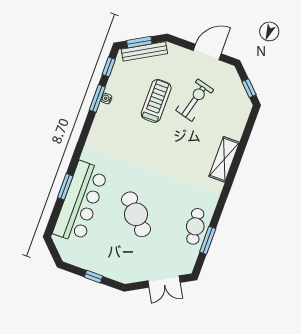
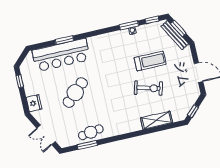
exercise bike: (195, 100) -> (148, 88), moved
shelving: (224, 159) -> (157, 120), moved
fridge: (117, 271) -> (34, 103), added
window: (94, 277) -> (20, 81), moved

